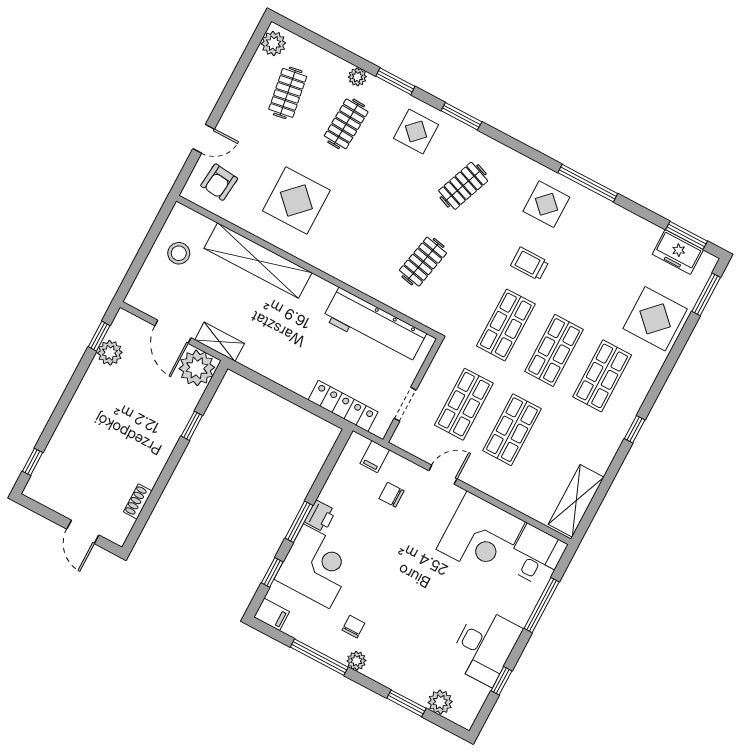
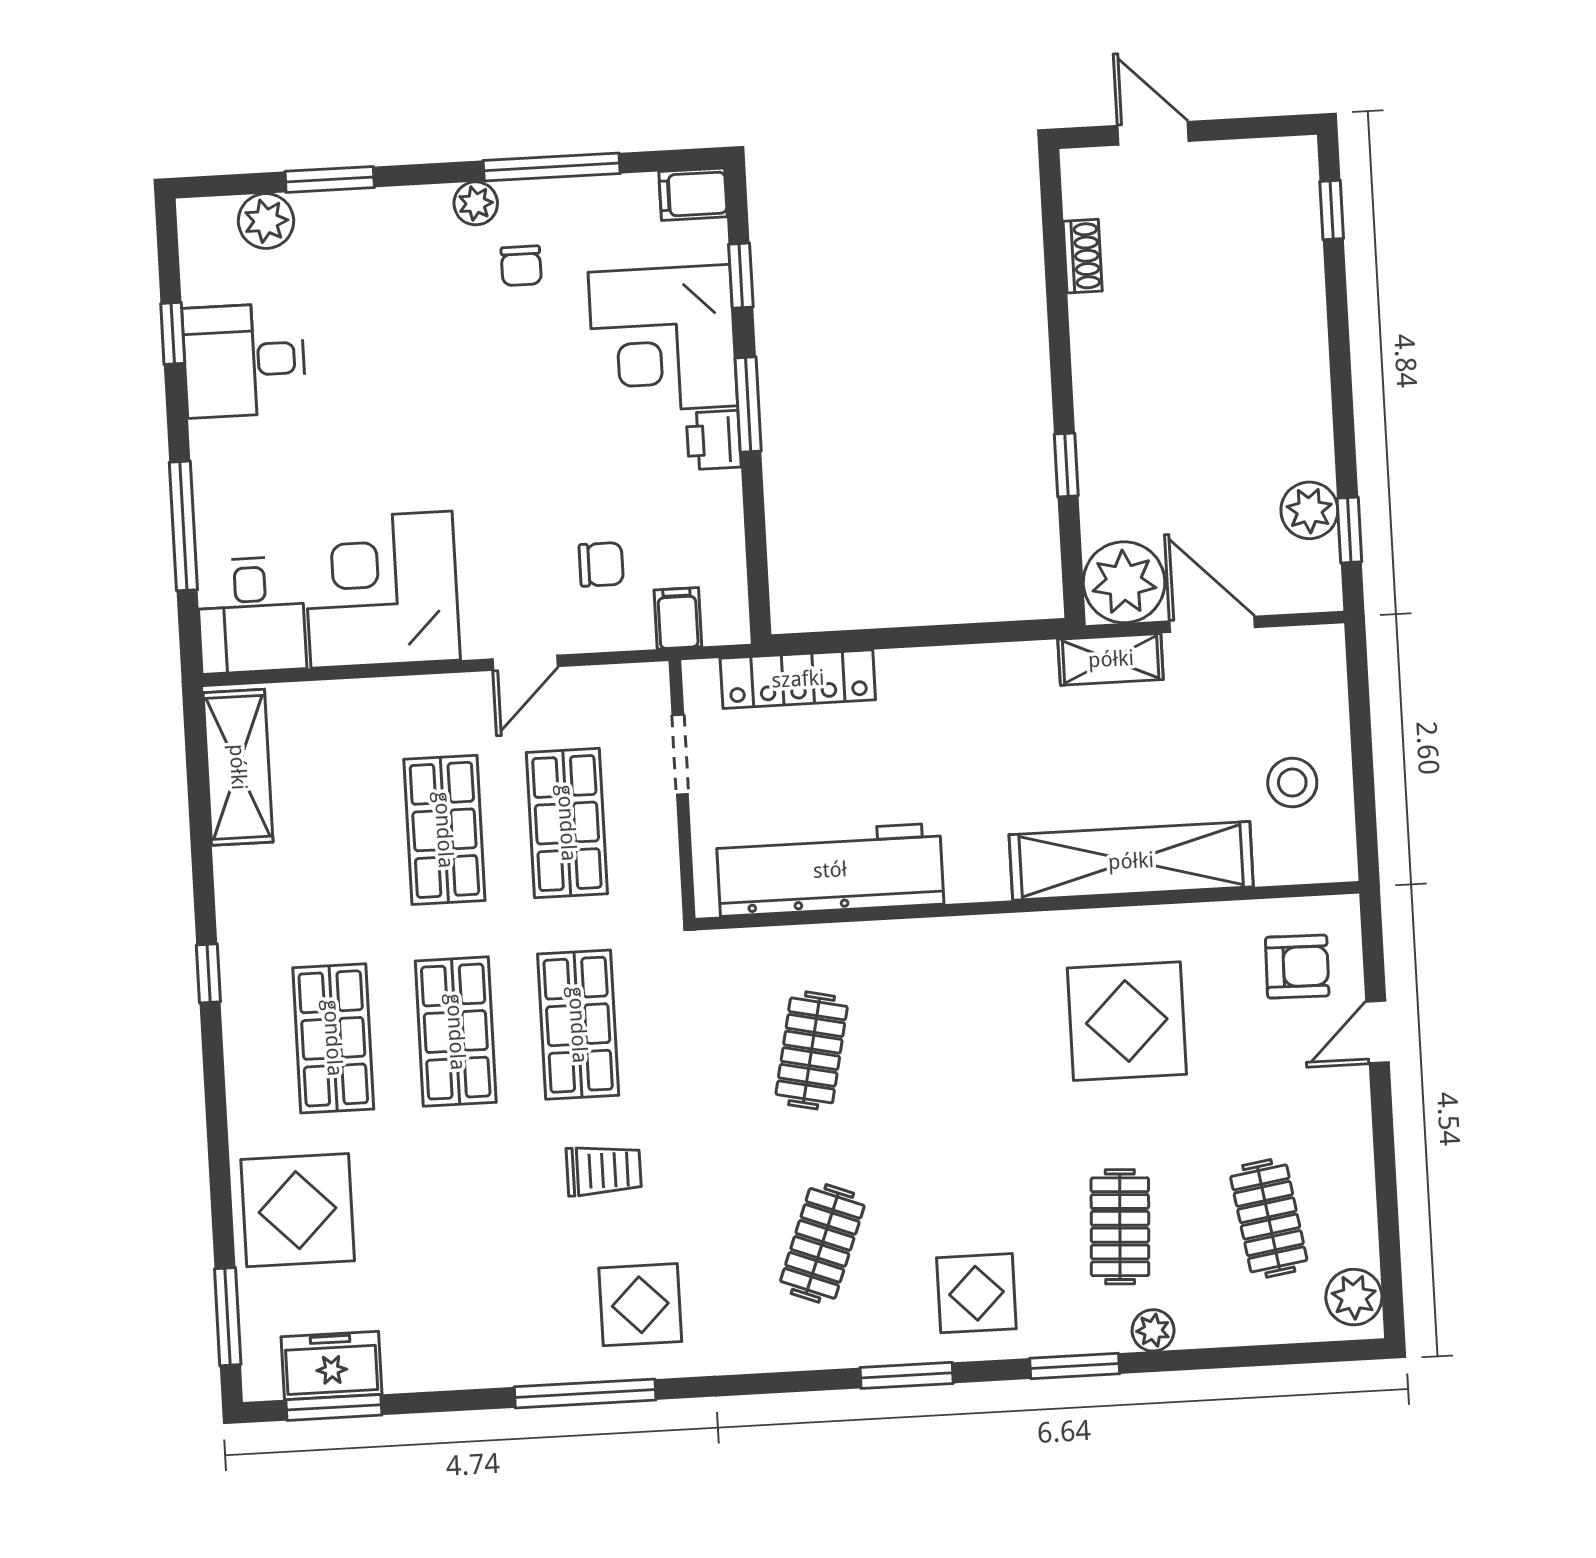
armchair: (219, 182) -> (1297, 967), turned 85
desk: (485, 646) -> (244, 360), width x0.73

